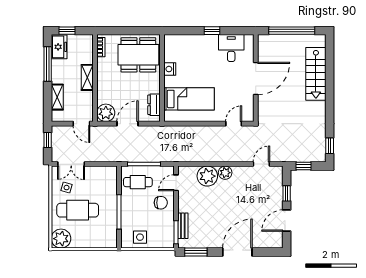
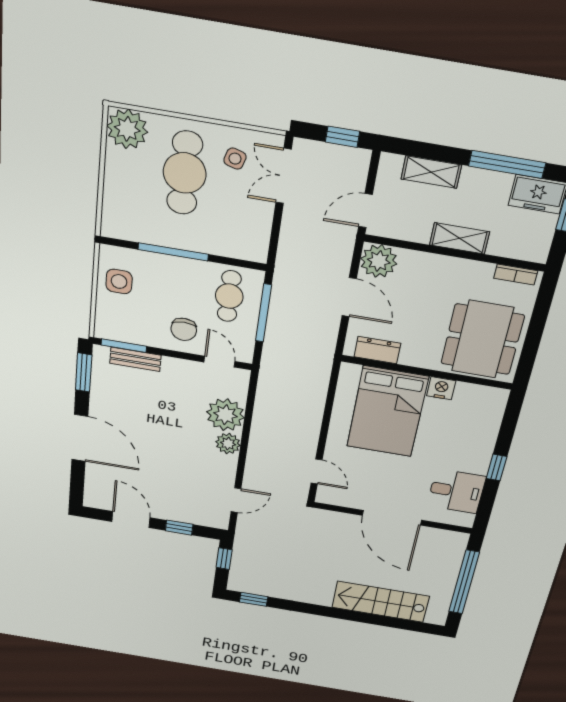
bed: (189, 99) -> (387, 412), width x1.50
door: (261, 164) -> (236, 500), hinge flipped

